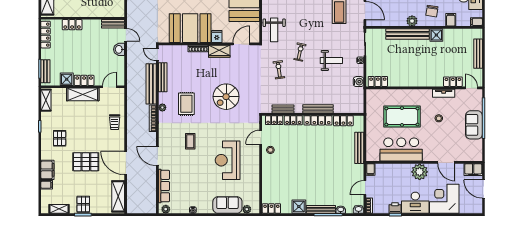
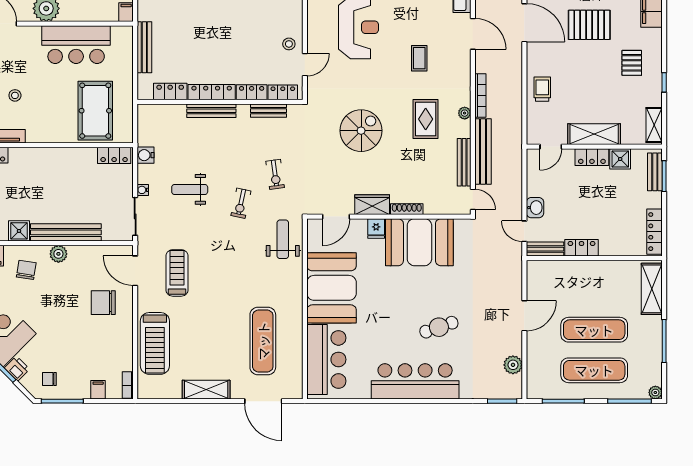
locker: (72, 25) -> (582, 248), moved
pool table: (402, 117) -> (95, 111), moved, turned 90

